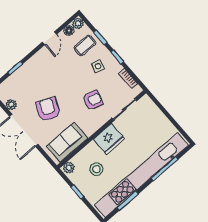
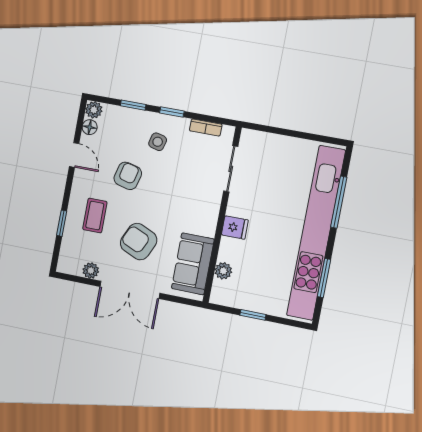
coffee table: (85, 45) -> (95, 216), moved
armchair: (93, 100) -> (128, 176), moved
fridge: (109, 139) -> (235, 227), width x0.53, depth x0.75
plant: (69, 168) -> (223, 271), moved
stool: (96, 169) -> (254, 269), removed

